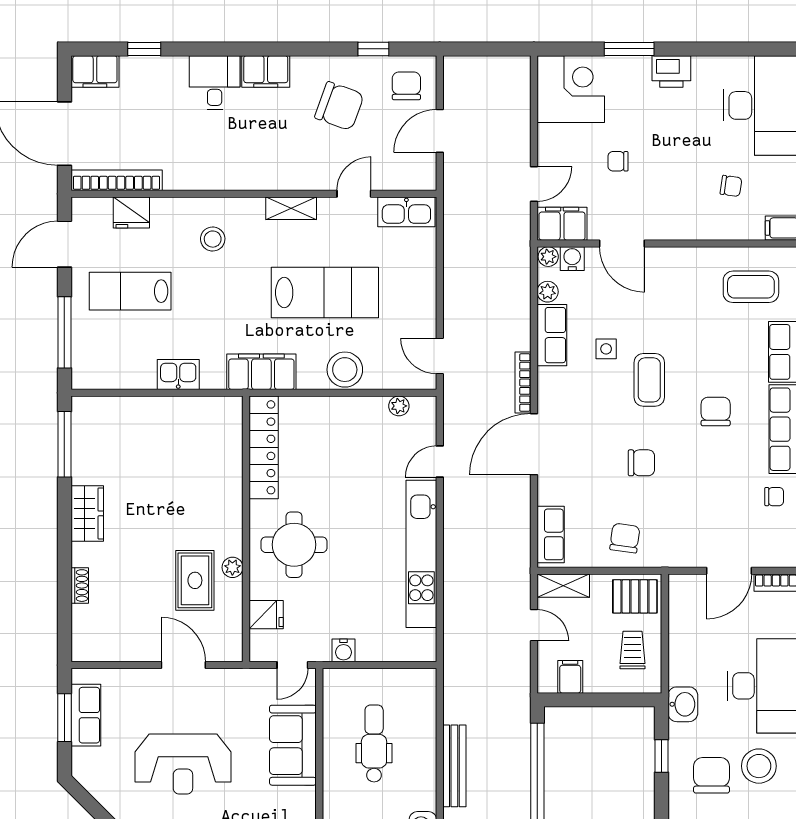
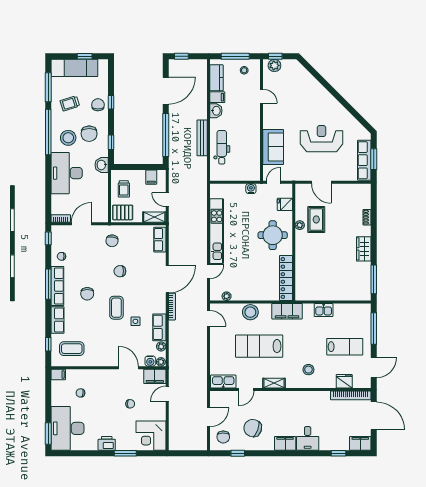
chair: (625, 538) -> (112, 241), moved
row of seats: (86, 715) -> (364, 160), width x1.48
dental chair: (374, 743) -> (222, 147), moved, turned 180

